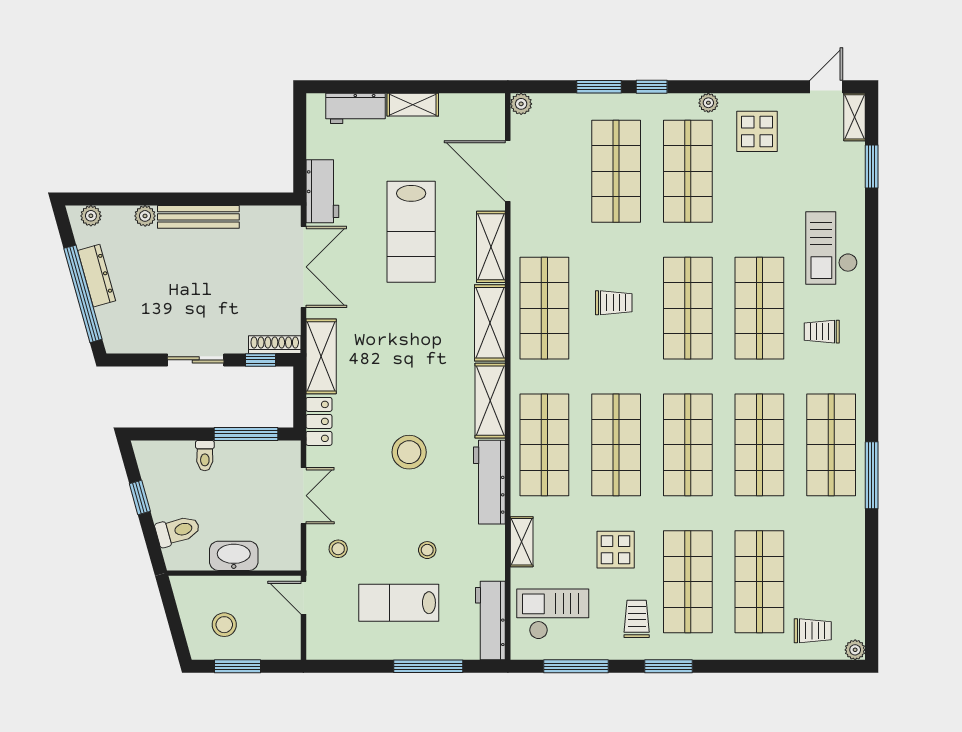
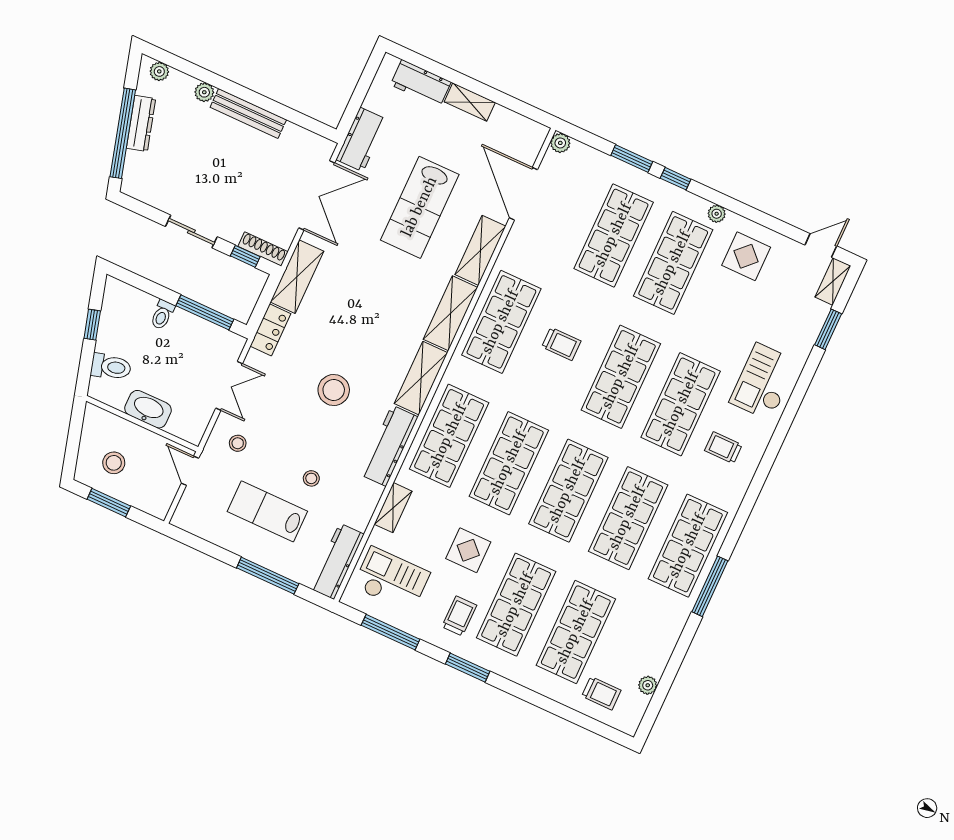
plant: (855, 650) -> (648, 685), moved

